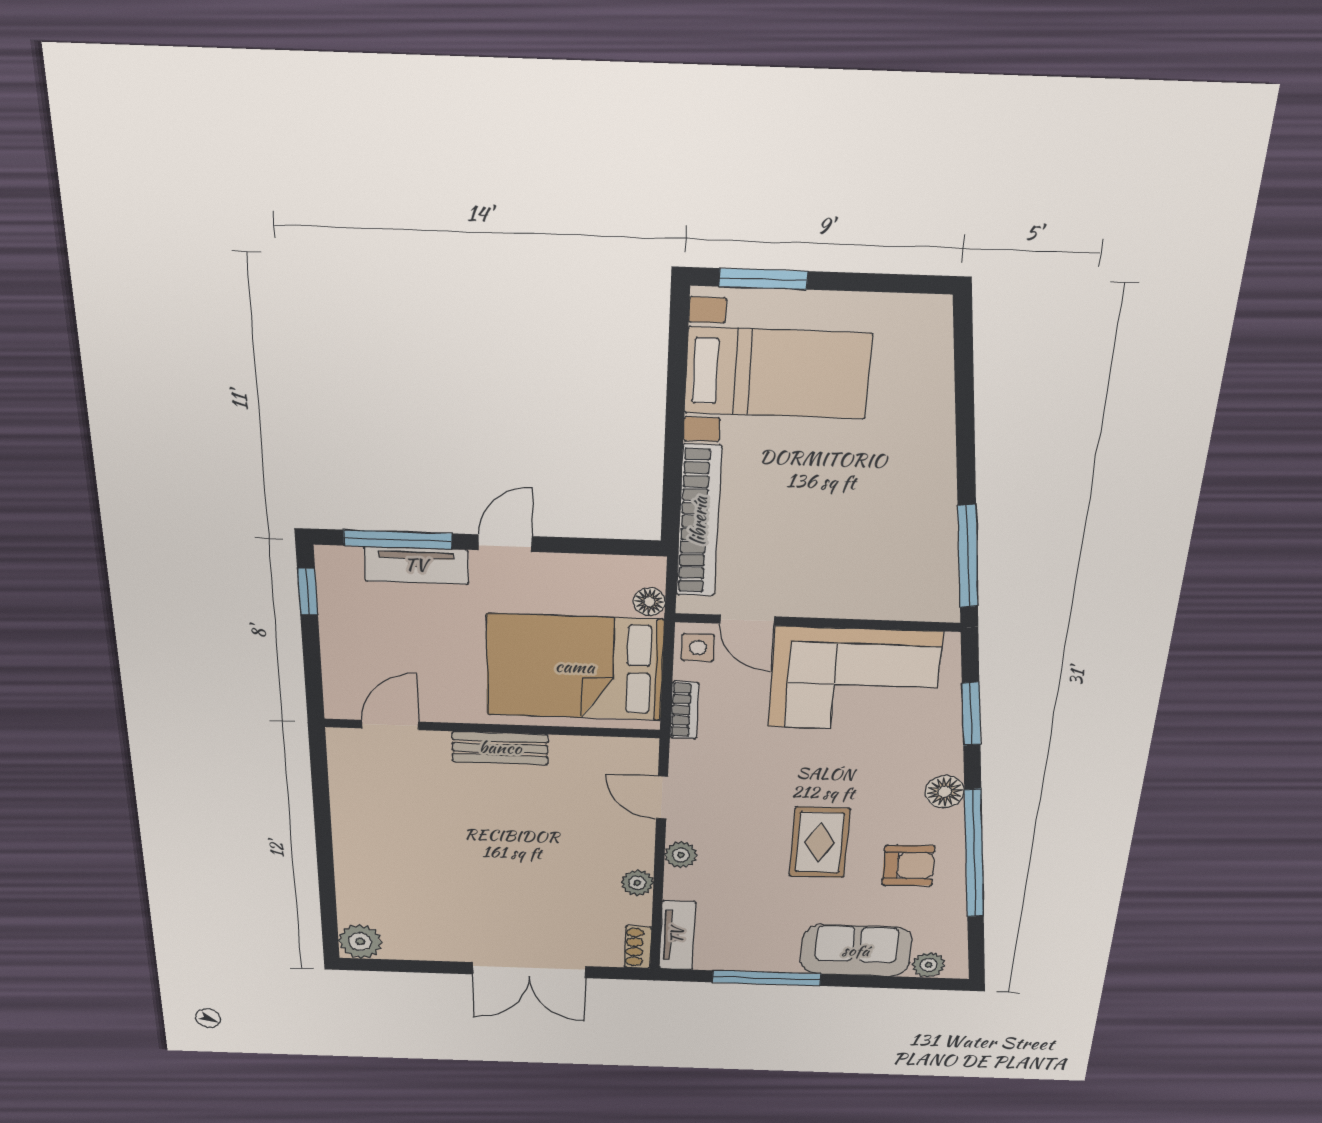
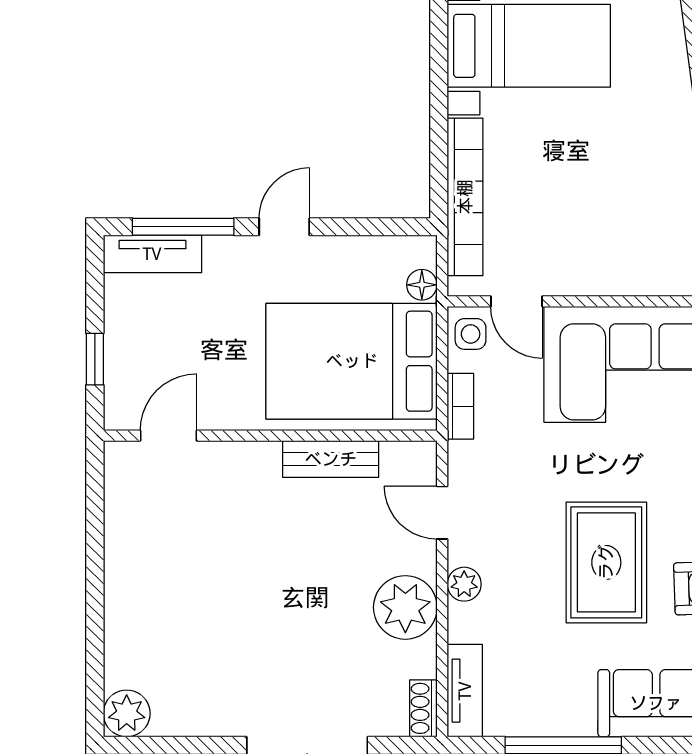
tv unit: (416, 565) -> (152, 254), moved
window: (308, 592) -> (95, 359), moved
bench: (500, 748) -> (331, 459), moved
rug: (820, 843) -> (606, 562), width x1.36, depth x1.43
plant: (637, 883) -> (405, 607), width x1.88, depth x1.88

